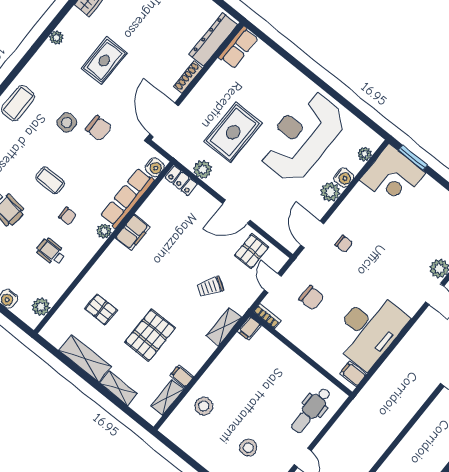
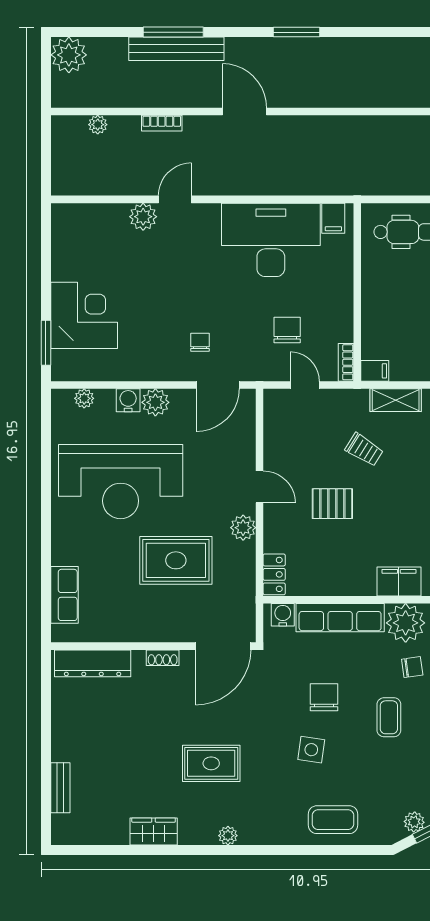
row of seats: (238, 48) -> (64, 595), moved, turned 90
shoe rack: (188, 77) -> (163, 658), width x0.70
chair: (98, 128) -> (324, 697), moved
plant: (203, 169) -> (243, 528), moved
corner desk: (393, 177) -> (84, 315), moved
door: (236, 212) -> (260, 487), width x0.73
chair: (67, 216) -> (412, 667), turned 82
plant: (104, 231) -> (406, 623), width x1.87, depth x1.87
filing cabinet: (133, 233) -> (399, 582), moved
pallet: (251, 251) -> (332, 504), moved
door: (273, 283) -> (305, 385), swing flipped

